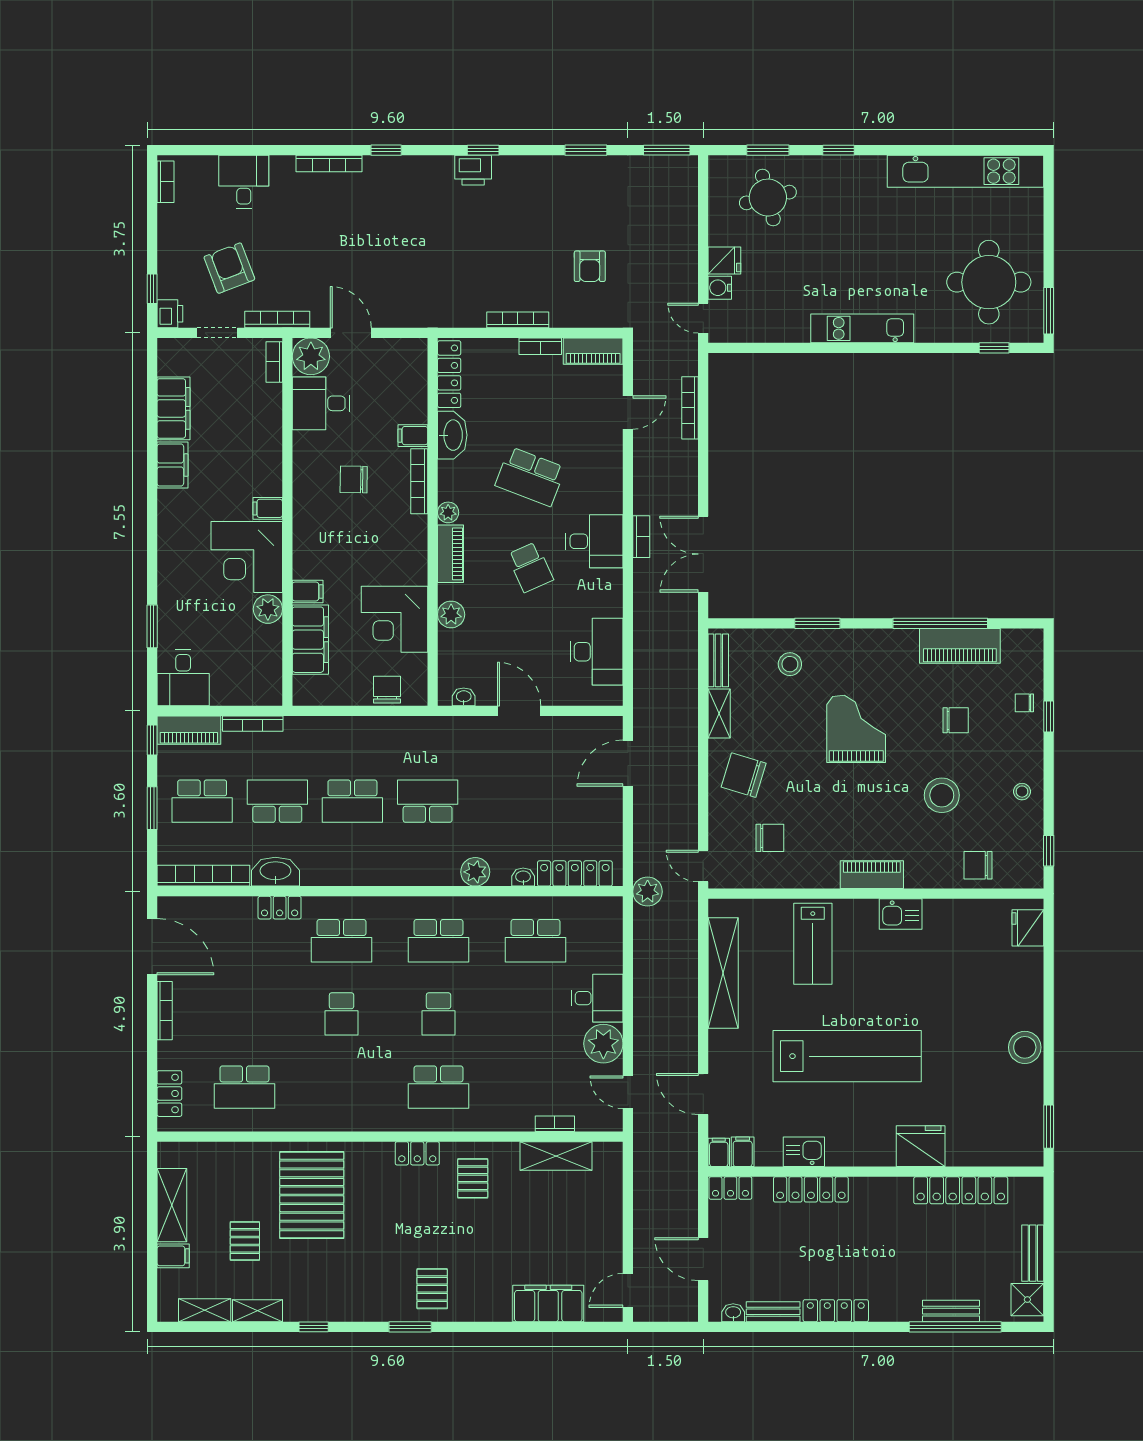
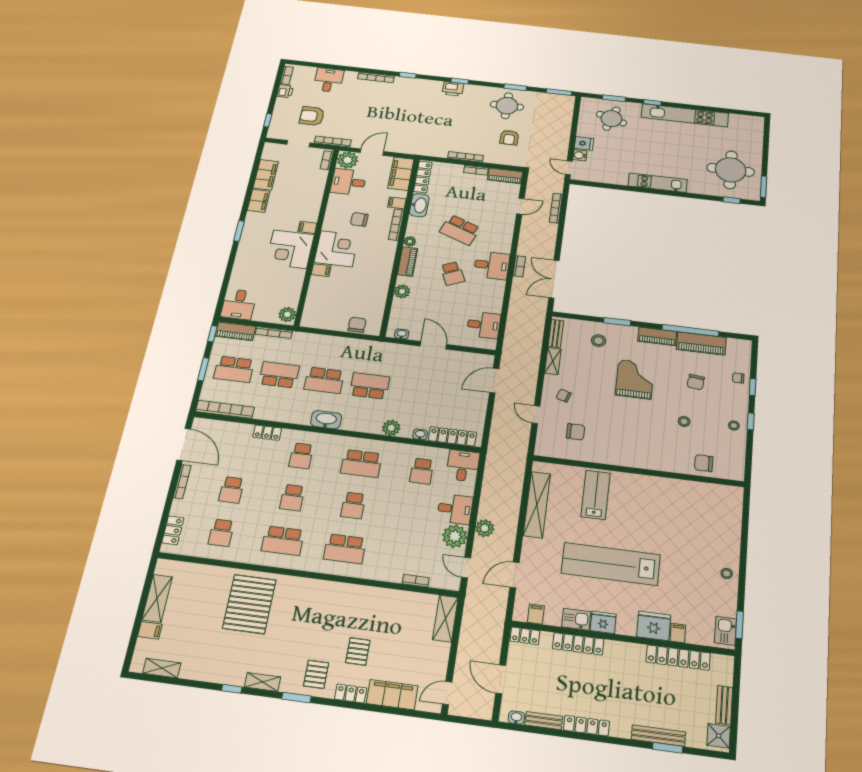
kitchen unit: (965, 171) -> (685, 115), moved
round table: (576, 195) -> (507, 106), added
round table: (768, 198) -> (611, 119), turned 32
armchair: (229, 268) -> (312, 116), turned -69
printer: (170, 314) -> (285, 91), moved
door: (351, 333) -> (372, 152), hinge flipped
plant: (268, 609) -> (287, 314), moved
corner desk: (394, 619) -> (336, 249), moved, turned 180
window: (152, 626) -> (239, 231), moved
filing cabinet: (310, 640) -> (401, 174), moved, turned 180
desk: (597, 652) -> (484, 325), width x0.73
chair: (956, 720) -> (696, 382), turned 97
chair: (744, 775) -> (564, 396), width x0.54, depth x0.54
stool: (942, 795) -> (684, 421), width x0.53, depth x0.53
window: (1049, 851) -> (751, 421), moved
door: (703, 866) -> (536, 414), moved
washbasin: (275, 872) -> (326, 420), moved
piano: (872, 875) -> (657, 336), moved, turned 180
plant: (648, 892) -> (485, 528), moved
kitchen sink: (901, 914) -> (725, 631), moved, turned 90
desk: (599, 922) -> (463, 466), added
fridge: (1028, 928) -> (603, 622), moved, turned 90
school desk: (342, 941) -> (301, 456), width x0.54
school desk: (536, 941) -> (422, 471), width x0.54
lab bench: (813, 944) -> (596, 495), turned 180
school desk: (244, 1014) -> (231, 490), added
stool: (1025, 1047) -> (727, 574), width x0.53, depth x0.53
lab bench: (847, 1056) -> (611, 564), turned 180
school desk: (244, 1087) -> (221, 533), width x0.54
school desk: (342, 1087) -> (283, 541), added
door: (703, 1094) -> (515, 575), hinge flipped
filing cabinet: (719, 1152) -> (678, 633), moved
locker: (417, 1153) -> (351, 694), moved, turned 180
shelving: (556, 1156) -> (445, 619), moved, turned 90
pallet: (473, 1178) -> (358, 651), moved
pallet: (245, 1241) -> (199, 627), removed
shelving: (257, 1311) -> (262, 682), moved
bench: (951, 1311) -> (658, 736), width x1.36
window: (955, 1327) -> (668, 748), width x0.47

